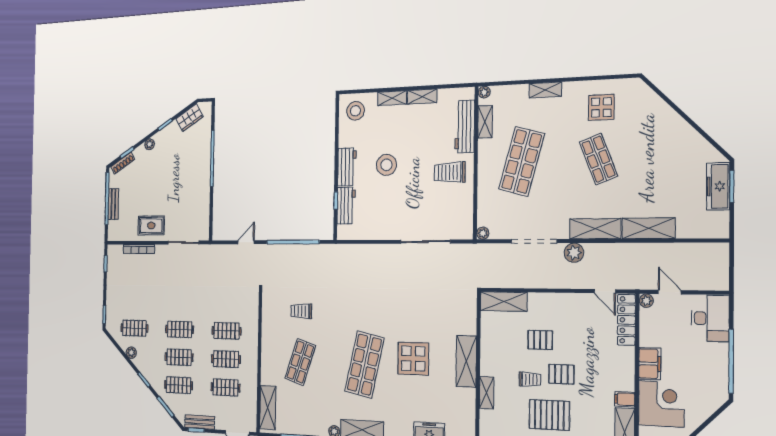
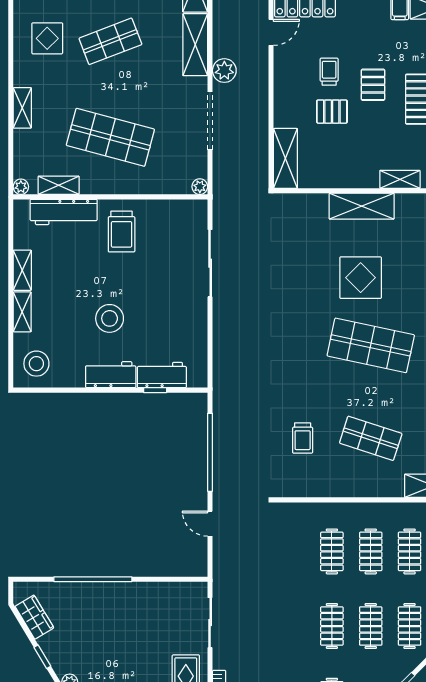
pallet: (540, 340) -> (332, 112), turned 90
trolley: (530, 379) -> (329, 72), moved

